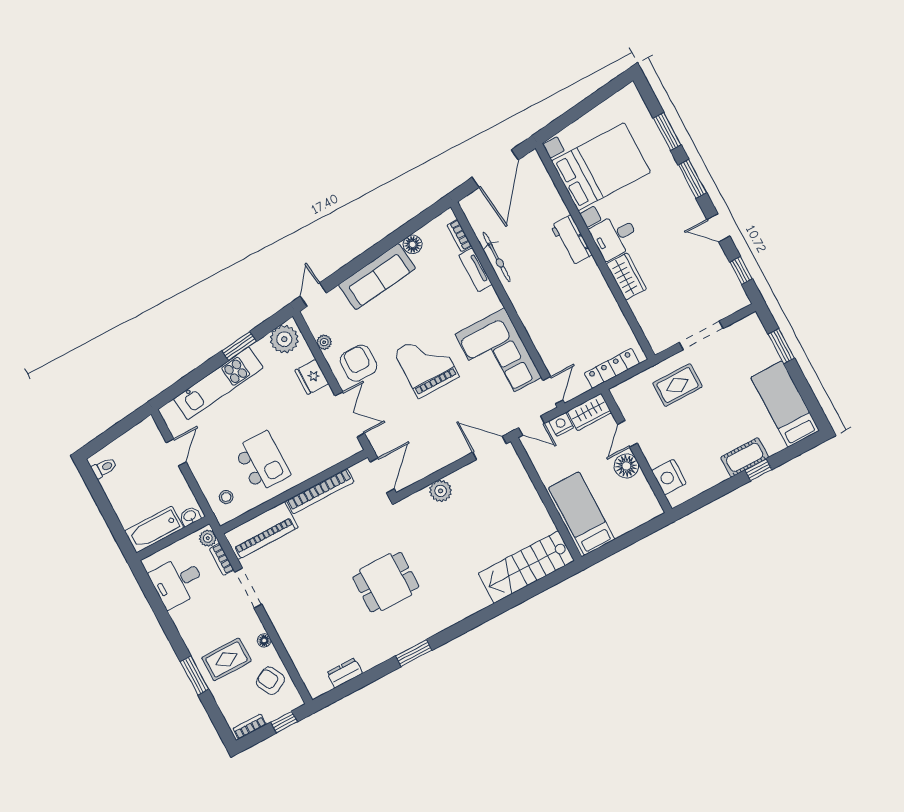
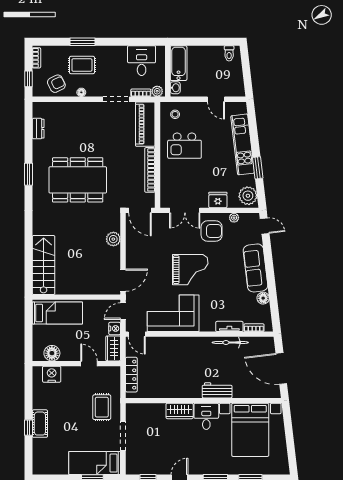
bed: (785, 404) -> (95, 463), moved, turned 180
floor lamp: (626, 466) -> (52, 353), moved
dining table: (386, 582) -> (78, 180), width x1.88, depth x1.24
rug: (226, 659) -> (82, 65), turned 90

